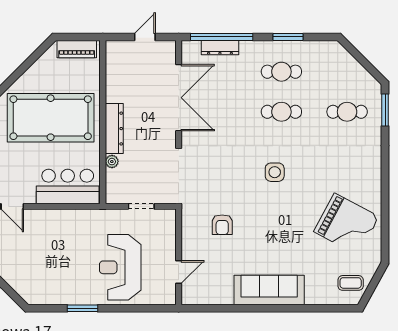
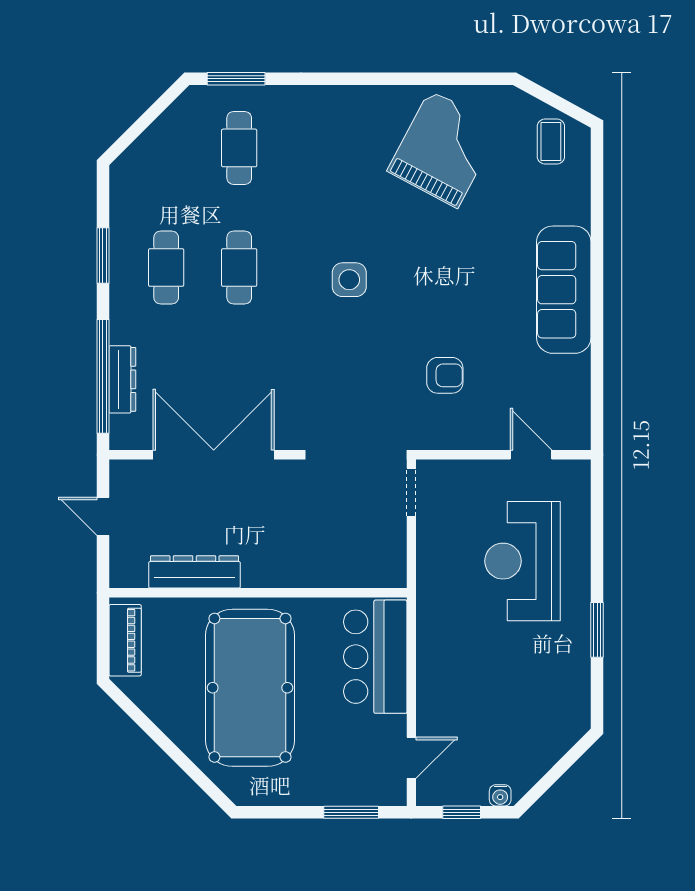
dresser: (114, 129) -> (195, 572), moved
plant: (112, 162) -> (330, 576), removed
doorway: (141, 206) -> (411, 492), moved
reception desk: (120, 267) -> (523, 561), turned 90

